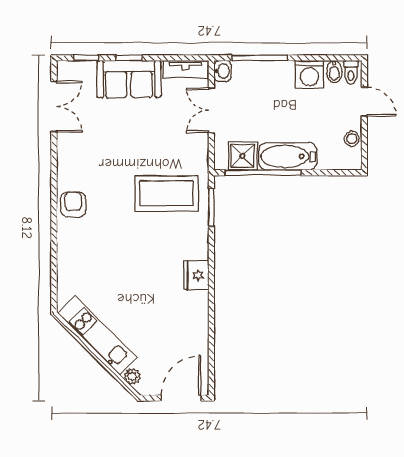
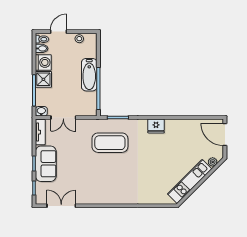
shower: (242, 156) -> (43, 79), moved
coffee table: (167, 193) -> (110, 143), turned 90
armchair: (73, 204) -> (116, 195), removed

